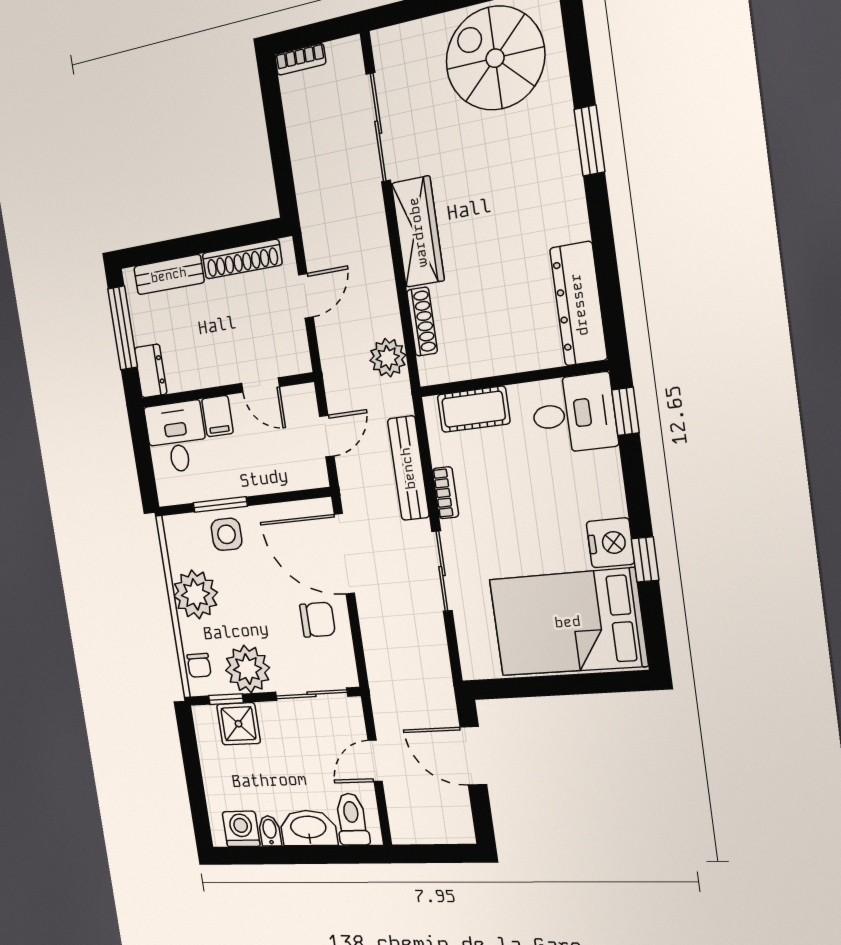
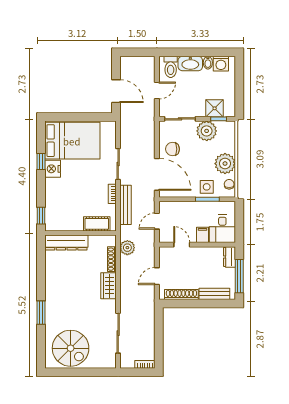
wardrobe: (418, 232) -> (109, 286), width x0.67
dresser: (579, 304) -> (66, 243), moved, turned 90
desk: (574, 414) -> (60, 217), removed
chair: (199, 665) -> (229, 184), moved

